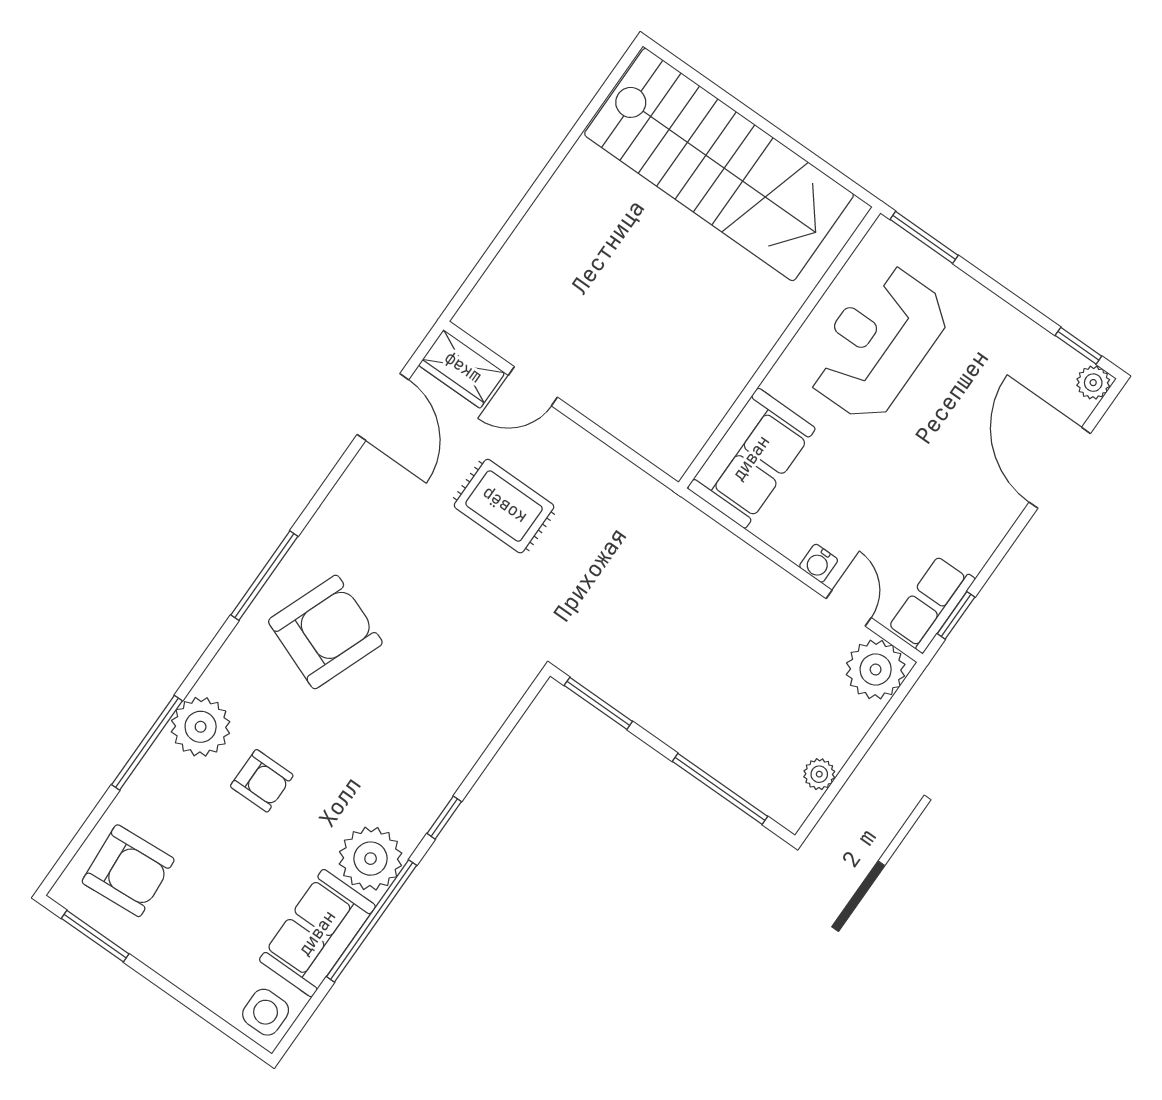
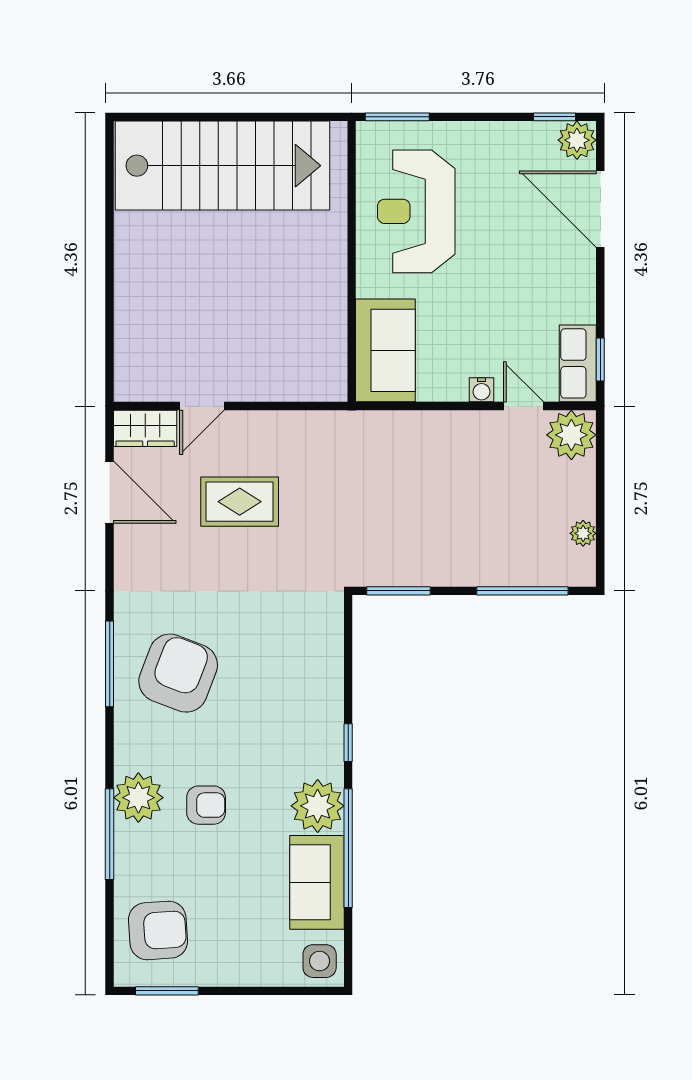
plant: (1093, 383) -> (577, 140), width x1.38, depth x1.38

